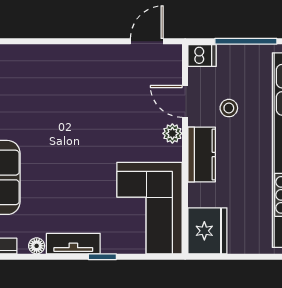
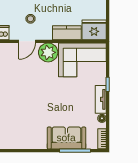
plant: (172, 133) -> (48, 52), width x1.88, depth x1.88
kitchen counter: (202, 154) -> (67, 33), moved

